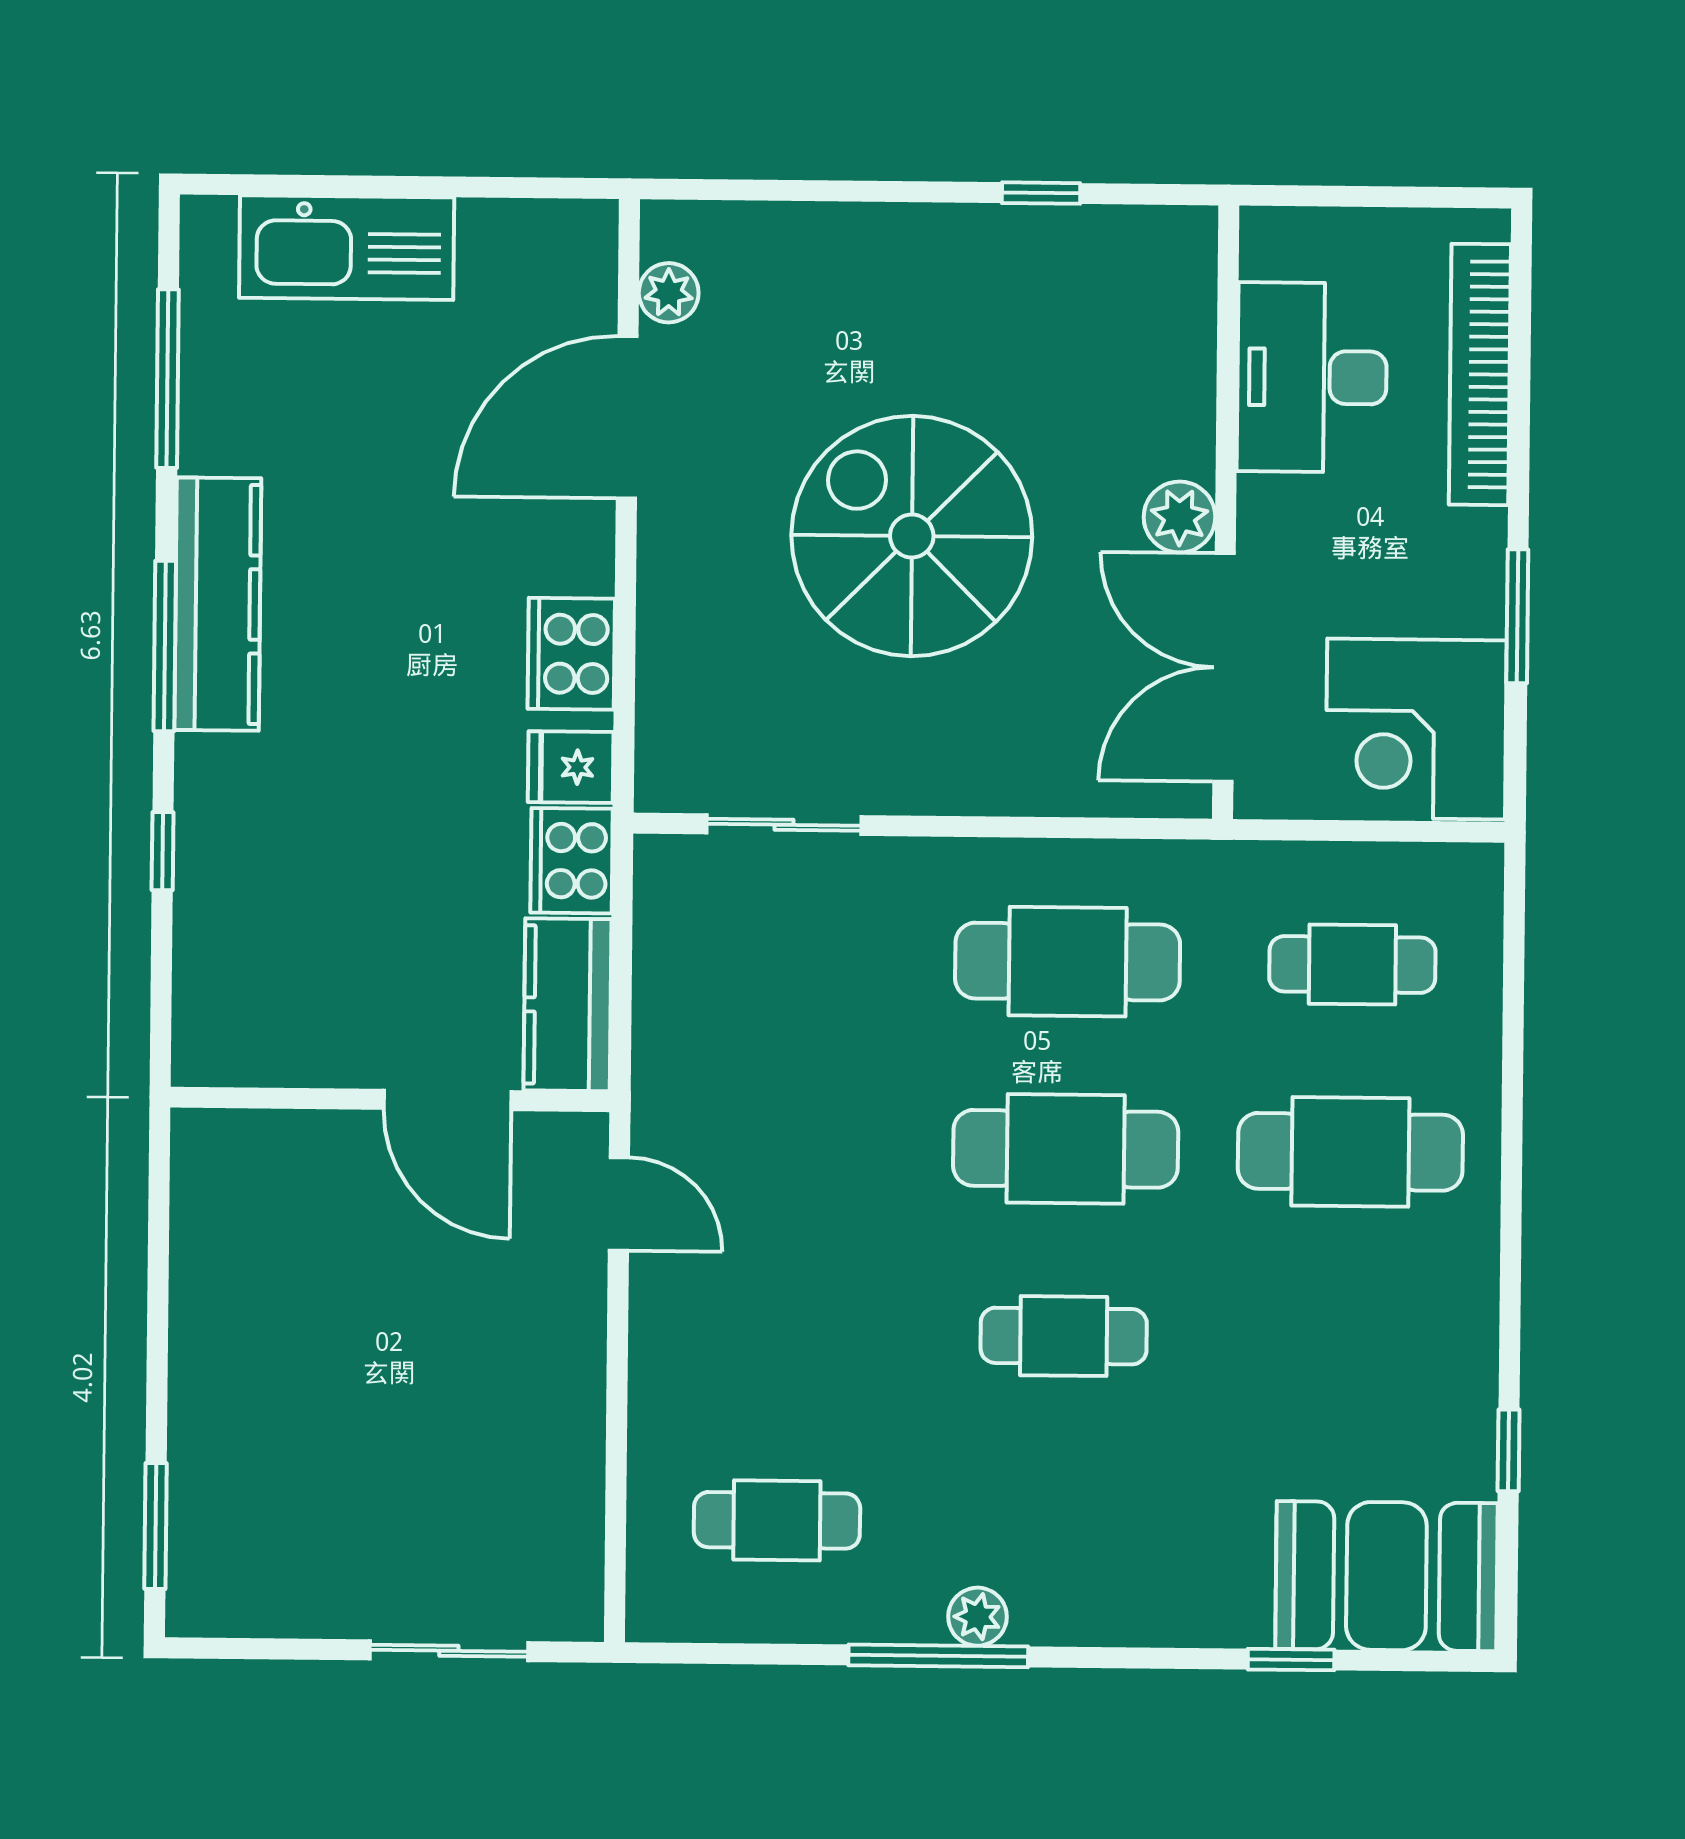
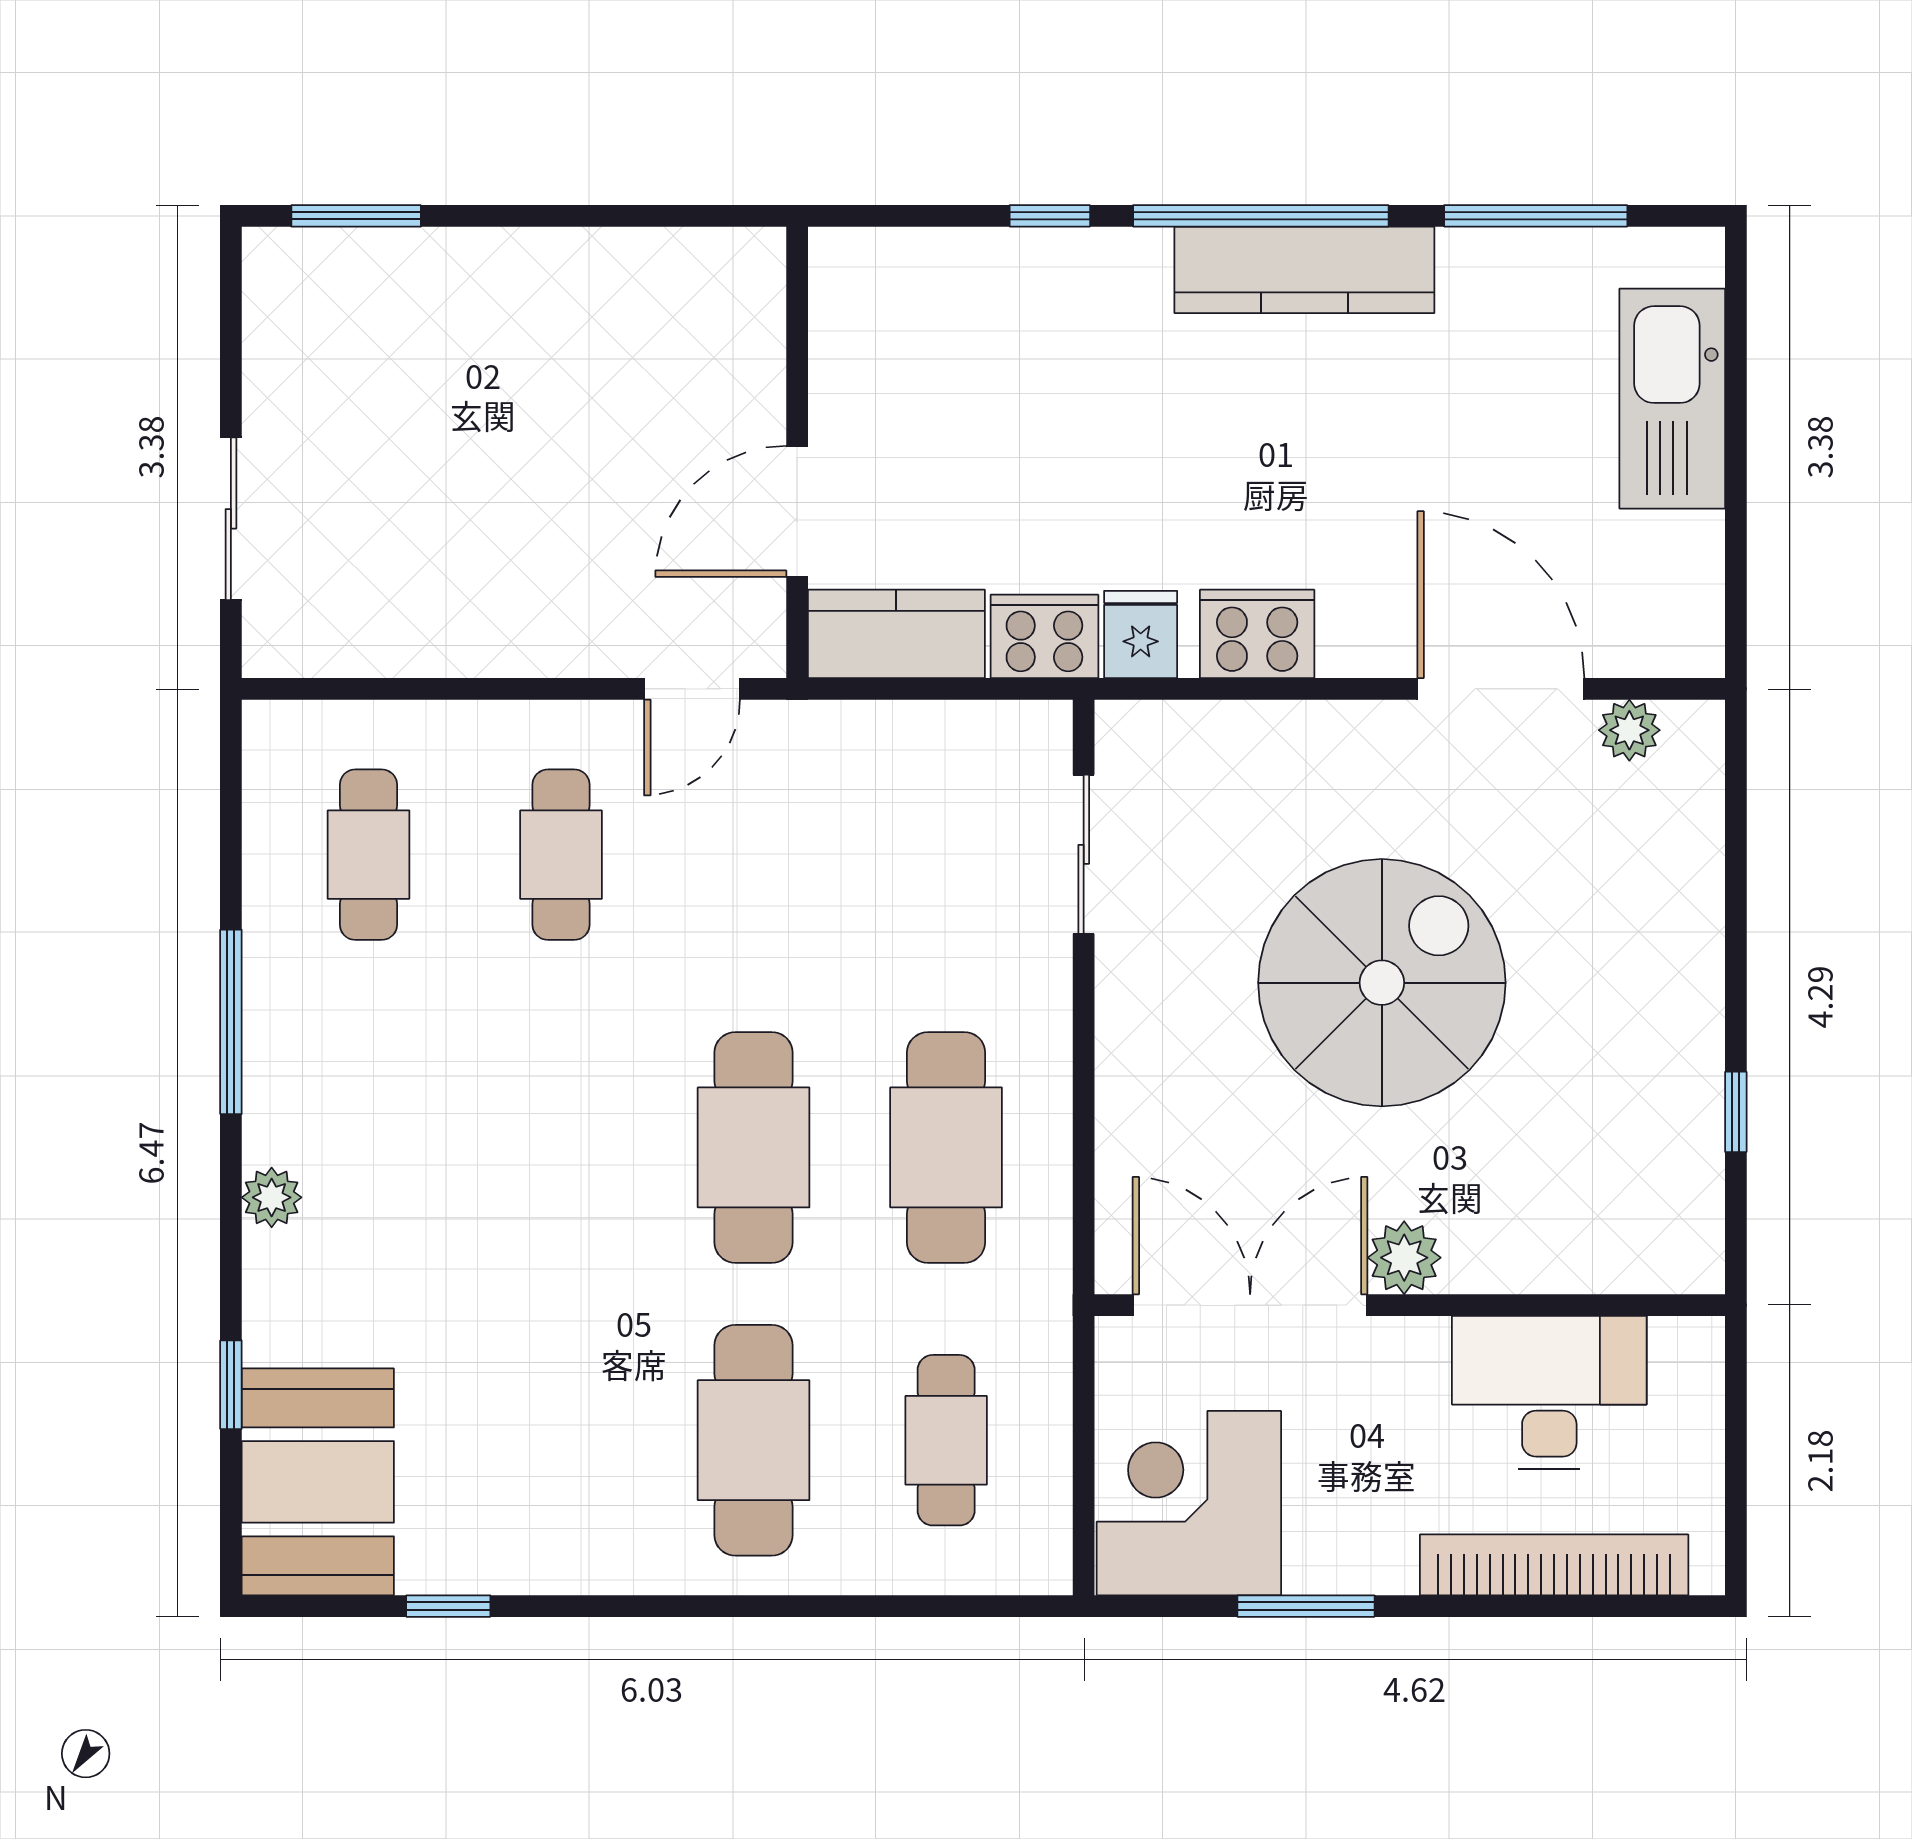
window: (165, 646) -> (1261, 216), width x1.46
cafe table: (1064, 1336) -> (561, 855), moved
plant: (978, 1617) -> (272, 1197), moved

